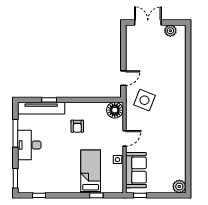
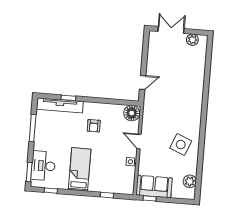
side table: (144, 100) -> (181, 145), moved
door: (125, 138) -> (139, 142), swing flipped
desk: (29, 145) -> (43, 166), moved
sofa: (136, 170) -> (154, 186), moved, turned -90
bed: (91, 172) -> (80, 169), moved
plant: (179, 186) -> (190, 181), moved

